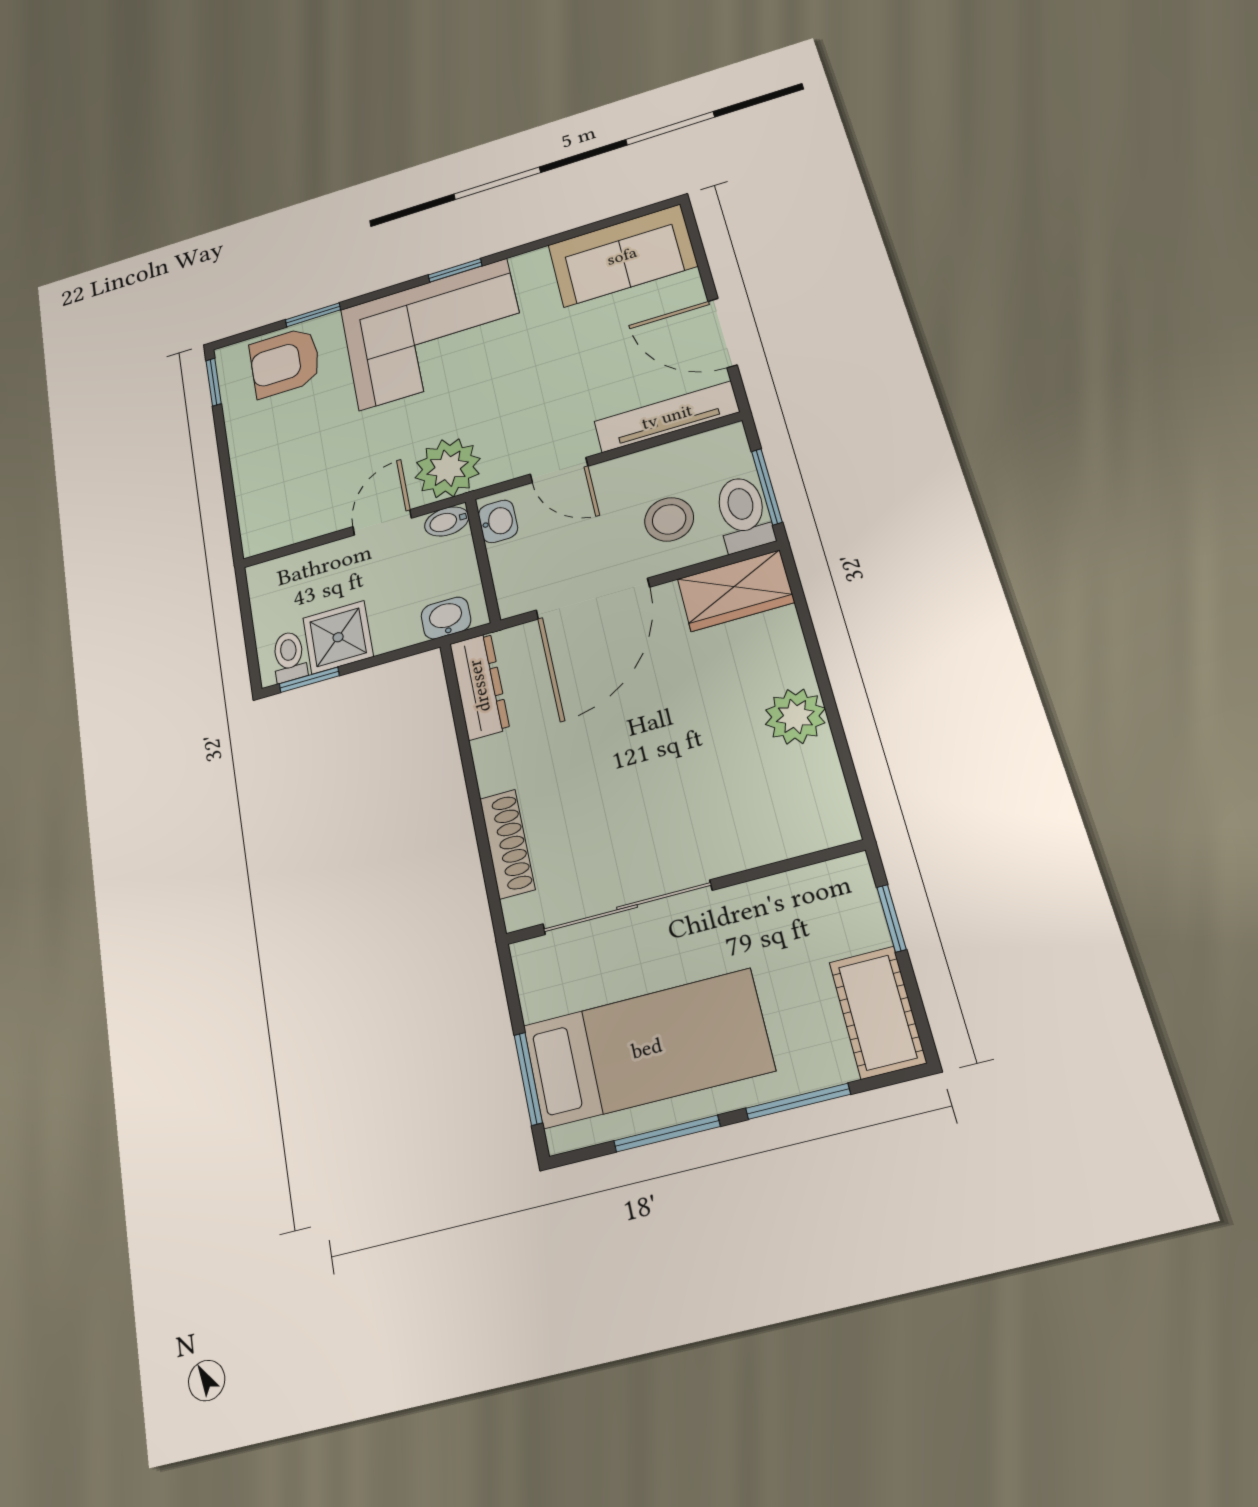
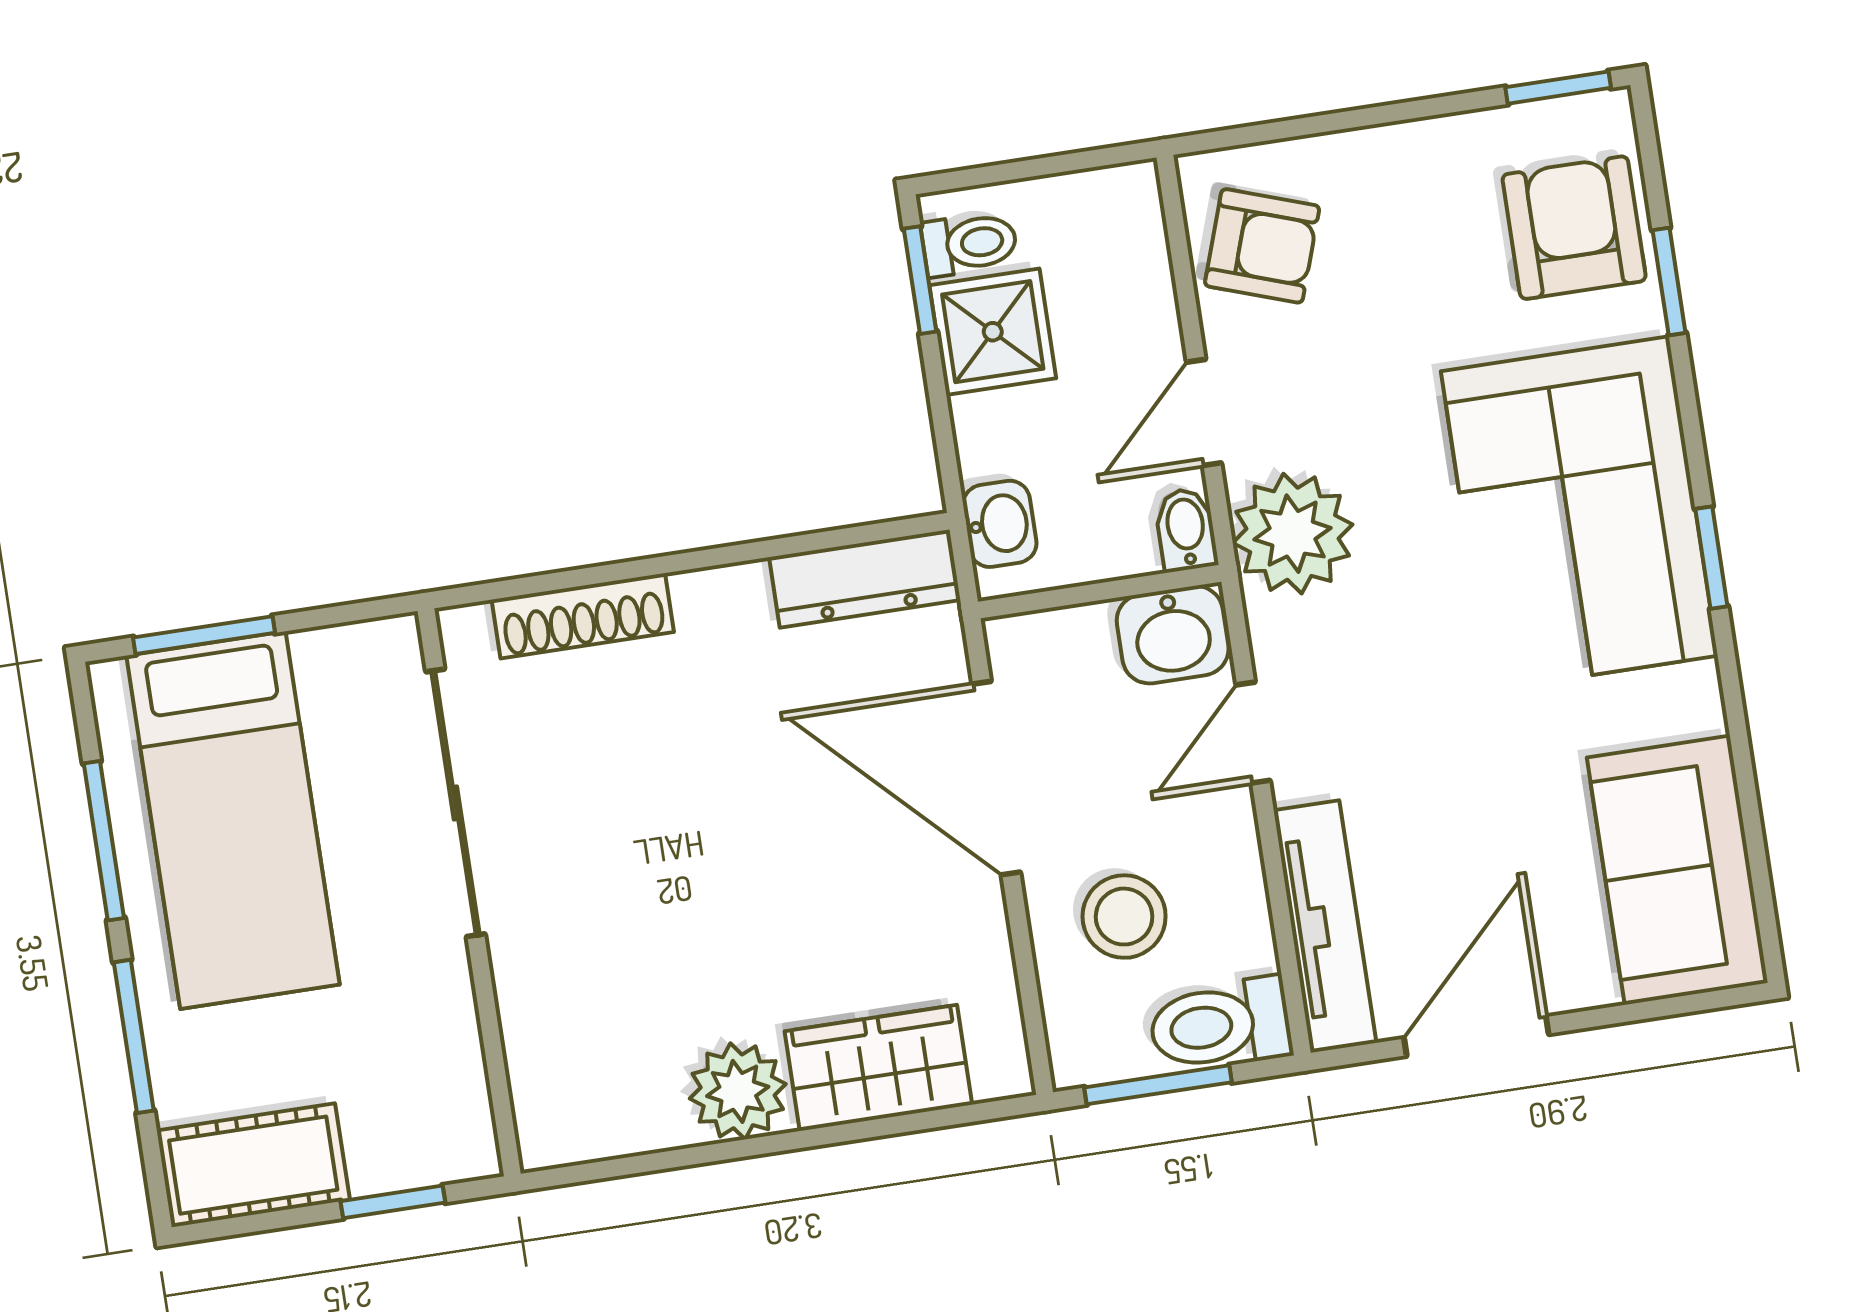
armchair: (292, 508) -> (1262, 246), added
toilet: (743, 513) -> (1220, 1025), moved, turned 180
washbasin: (498, 521) -> (1173, 635), width x1.38, depth x1.45
door: (382, 522) -> (1204, 412), swing flipped
wardrobe: (736, 591) -> (878, 1068), moved, turned 90

